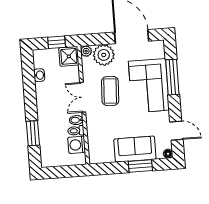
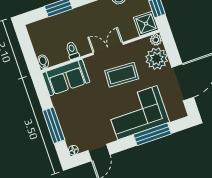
bidet: (76, 120) -> (43, 62), moved
washing machine: (77, 145) -> (58, 55), removed
sofa: (135, 149) -> (66, 78), moved, turned 90
window: (140, 166) -> (54, 125), width x1.44

